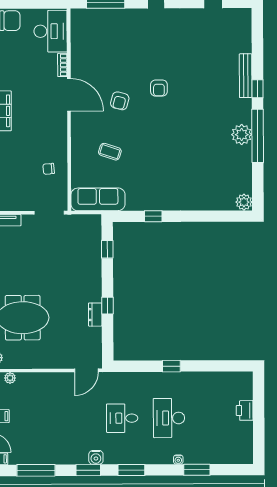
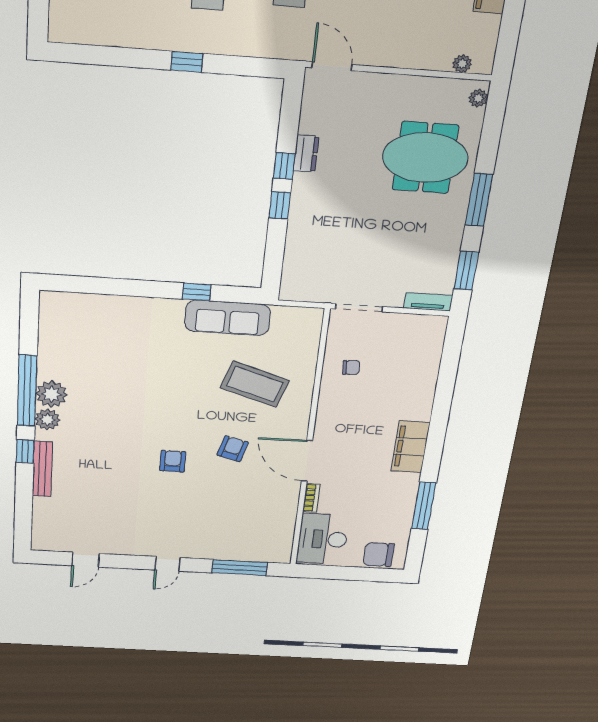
coffee table: (110, 152) -> (255, 384), width x1.86, depth x1.72
sofa: (98, 199) -> (228, 318), moved
plant: (244, 202) -> (47, 420), moved
window: (107, 249) -> (280, 205), moved
door: (86, 370) -> (332, 66), hinge flipped

